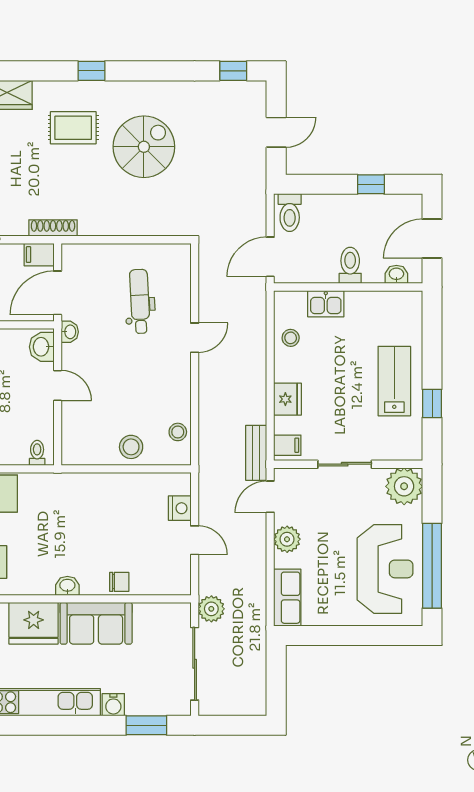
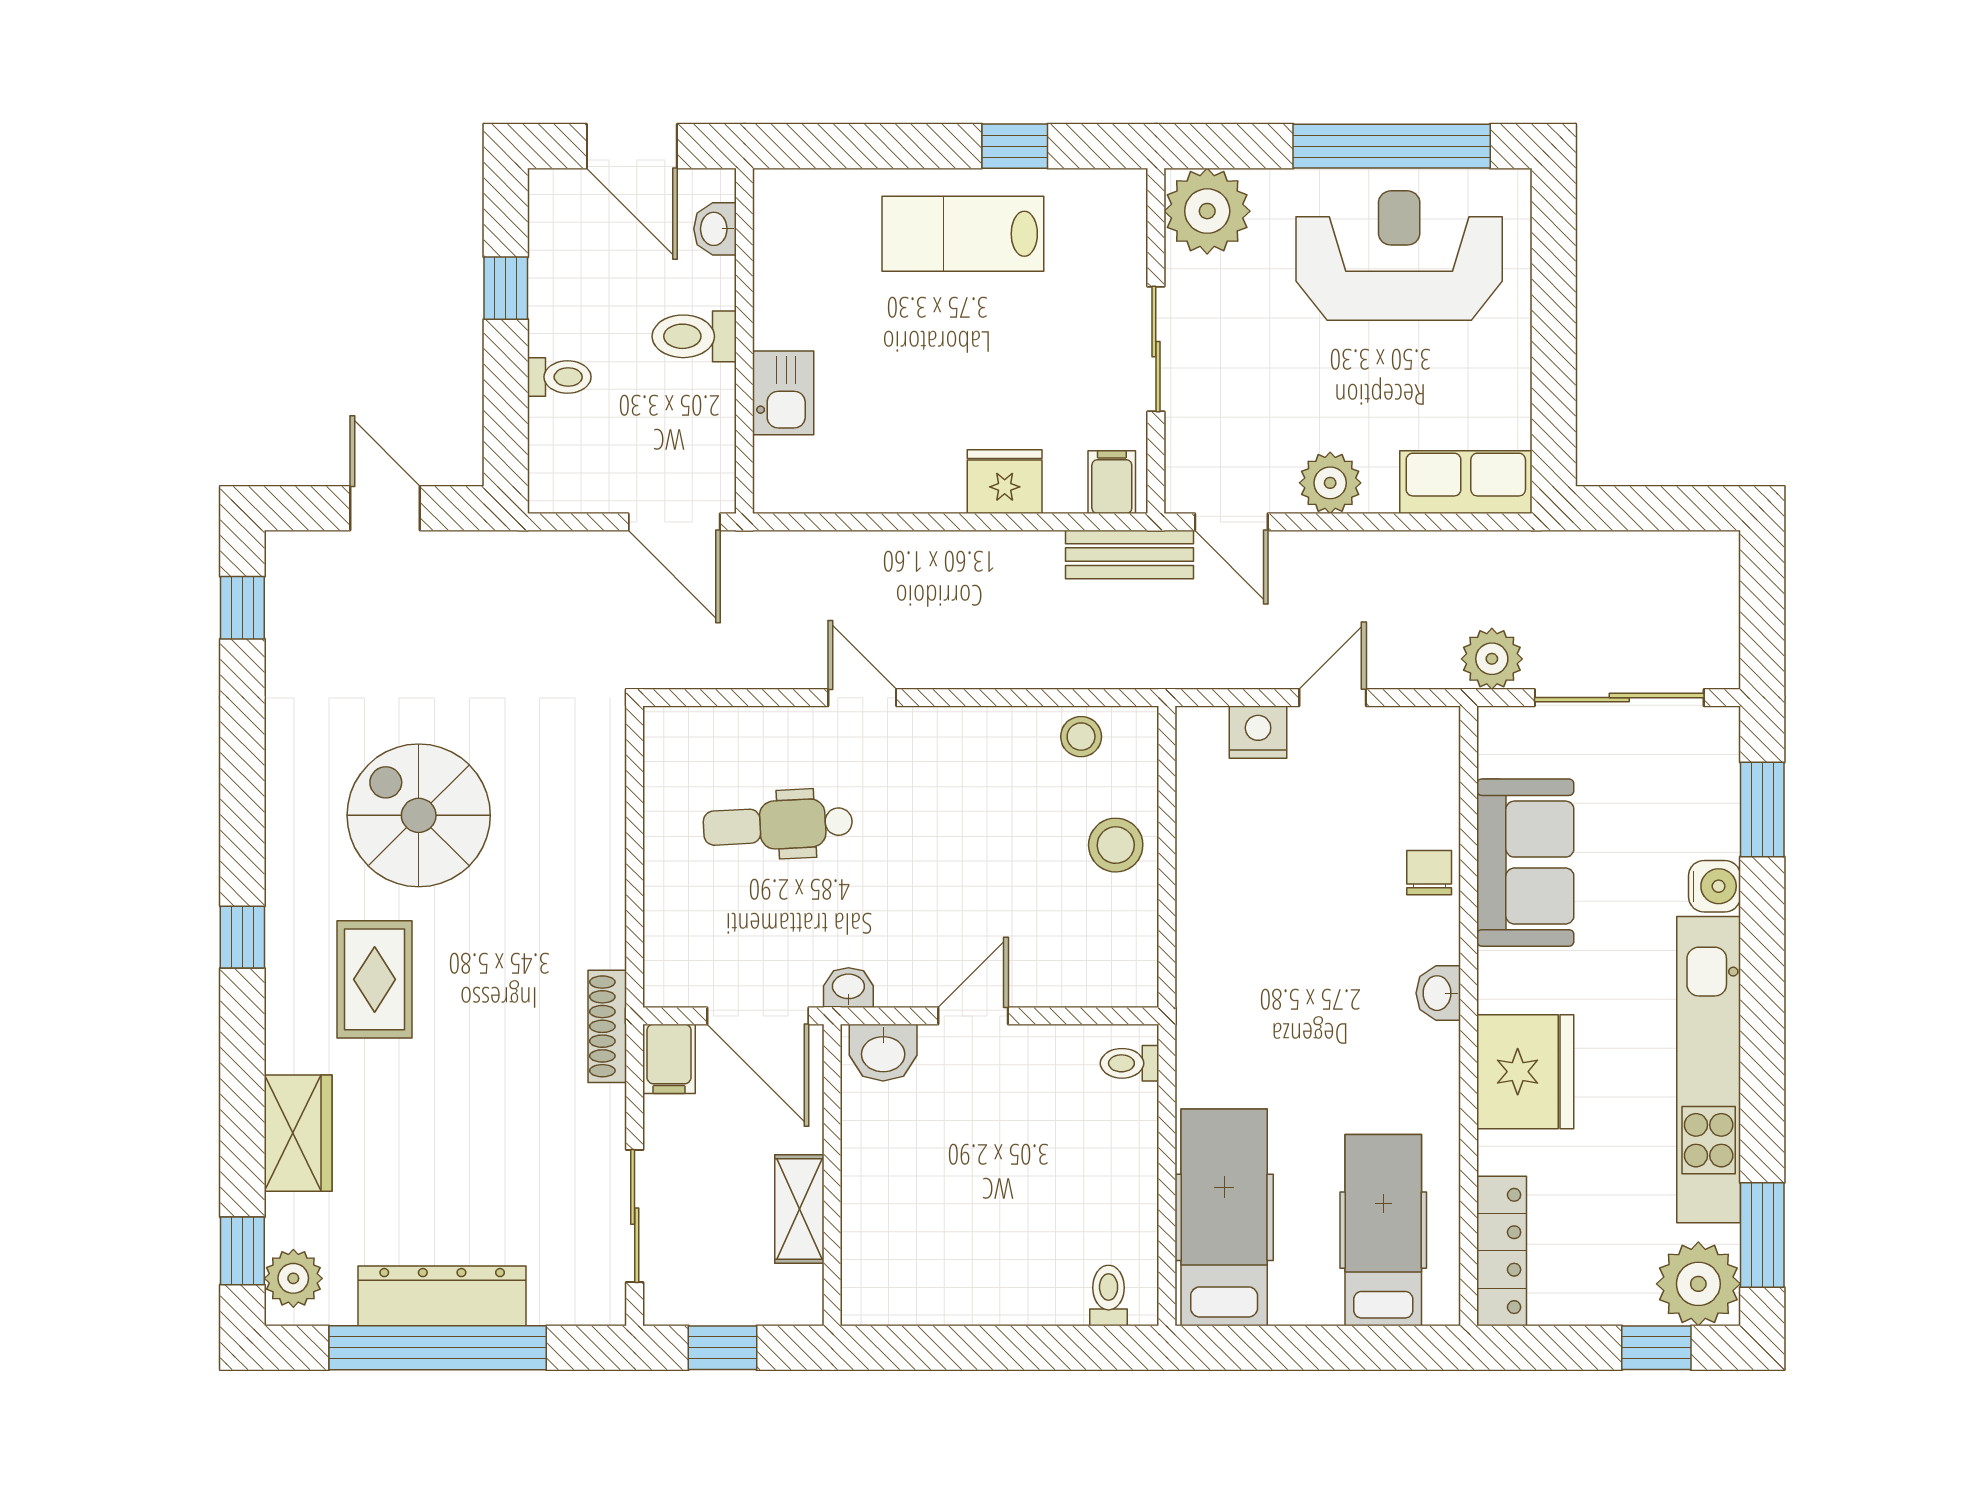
toilet: (290, 213) -> (559, 377), moved, width x0.73, depth x0.72
stool: (291, 338) -> (863, 475), removed
sofa: (96, 623) -> (1525, 863), moved

